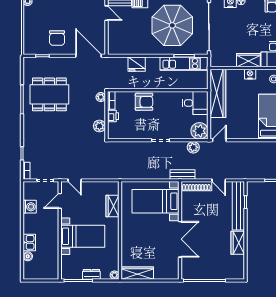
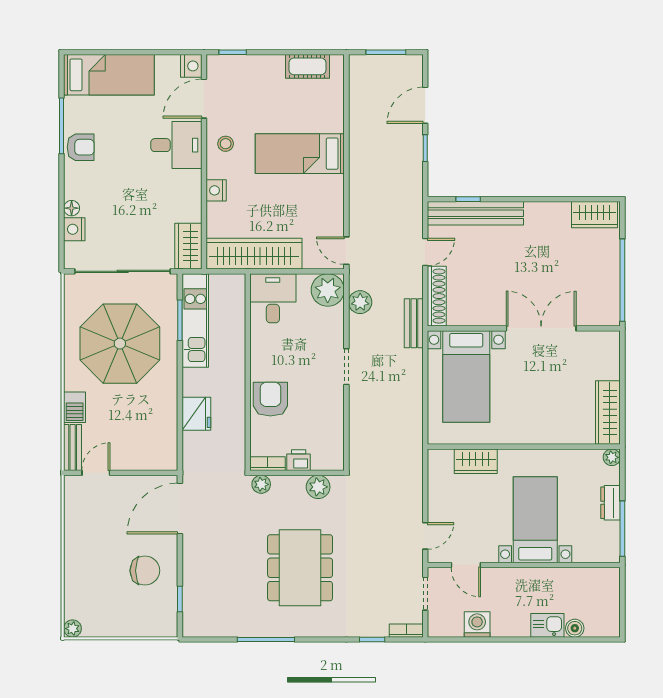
wardrobe: (248, 60) -> (188, 246), moved
dining table: (49, 94) -> (300, 568), moved
wardrobe: (238, 243) -> (595, 215), moved

